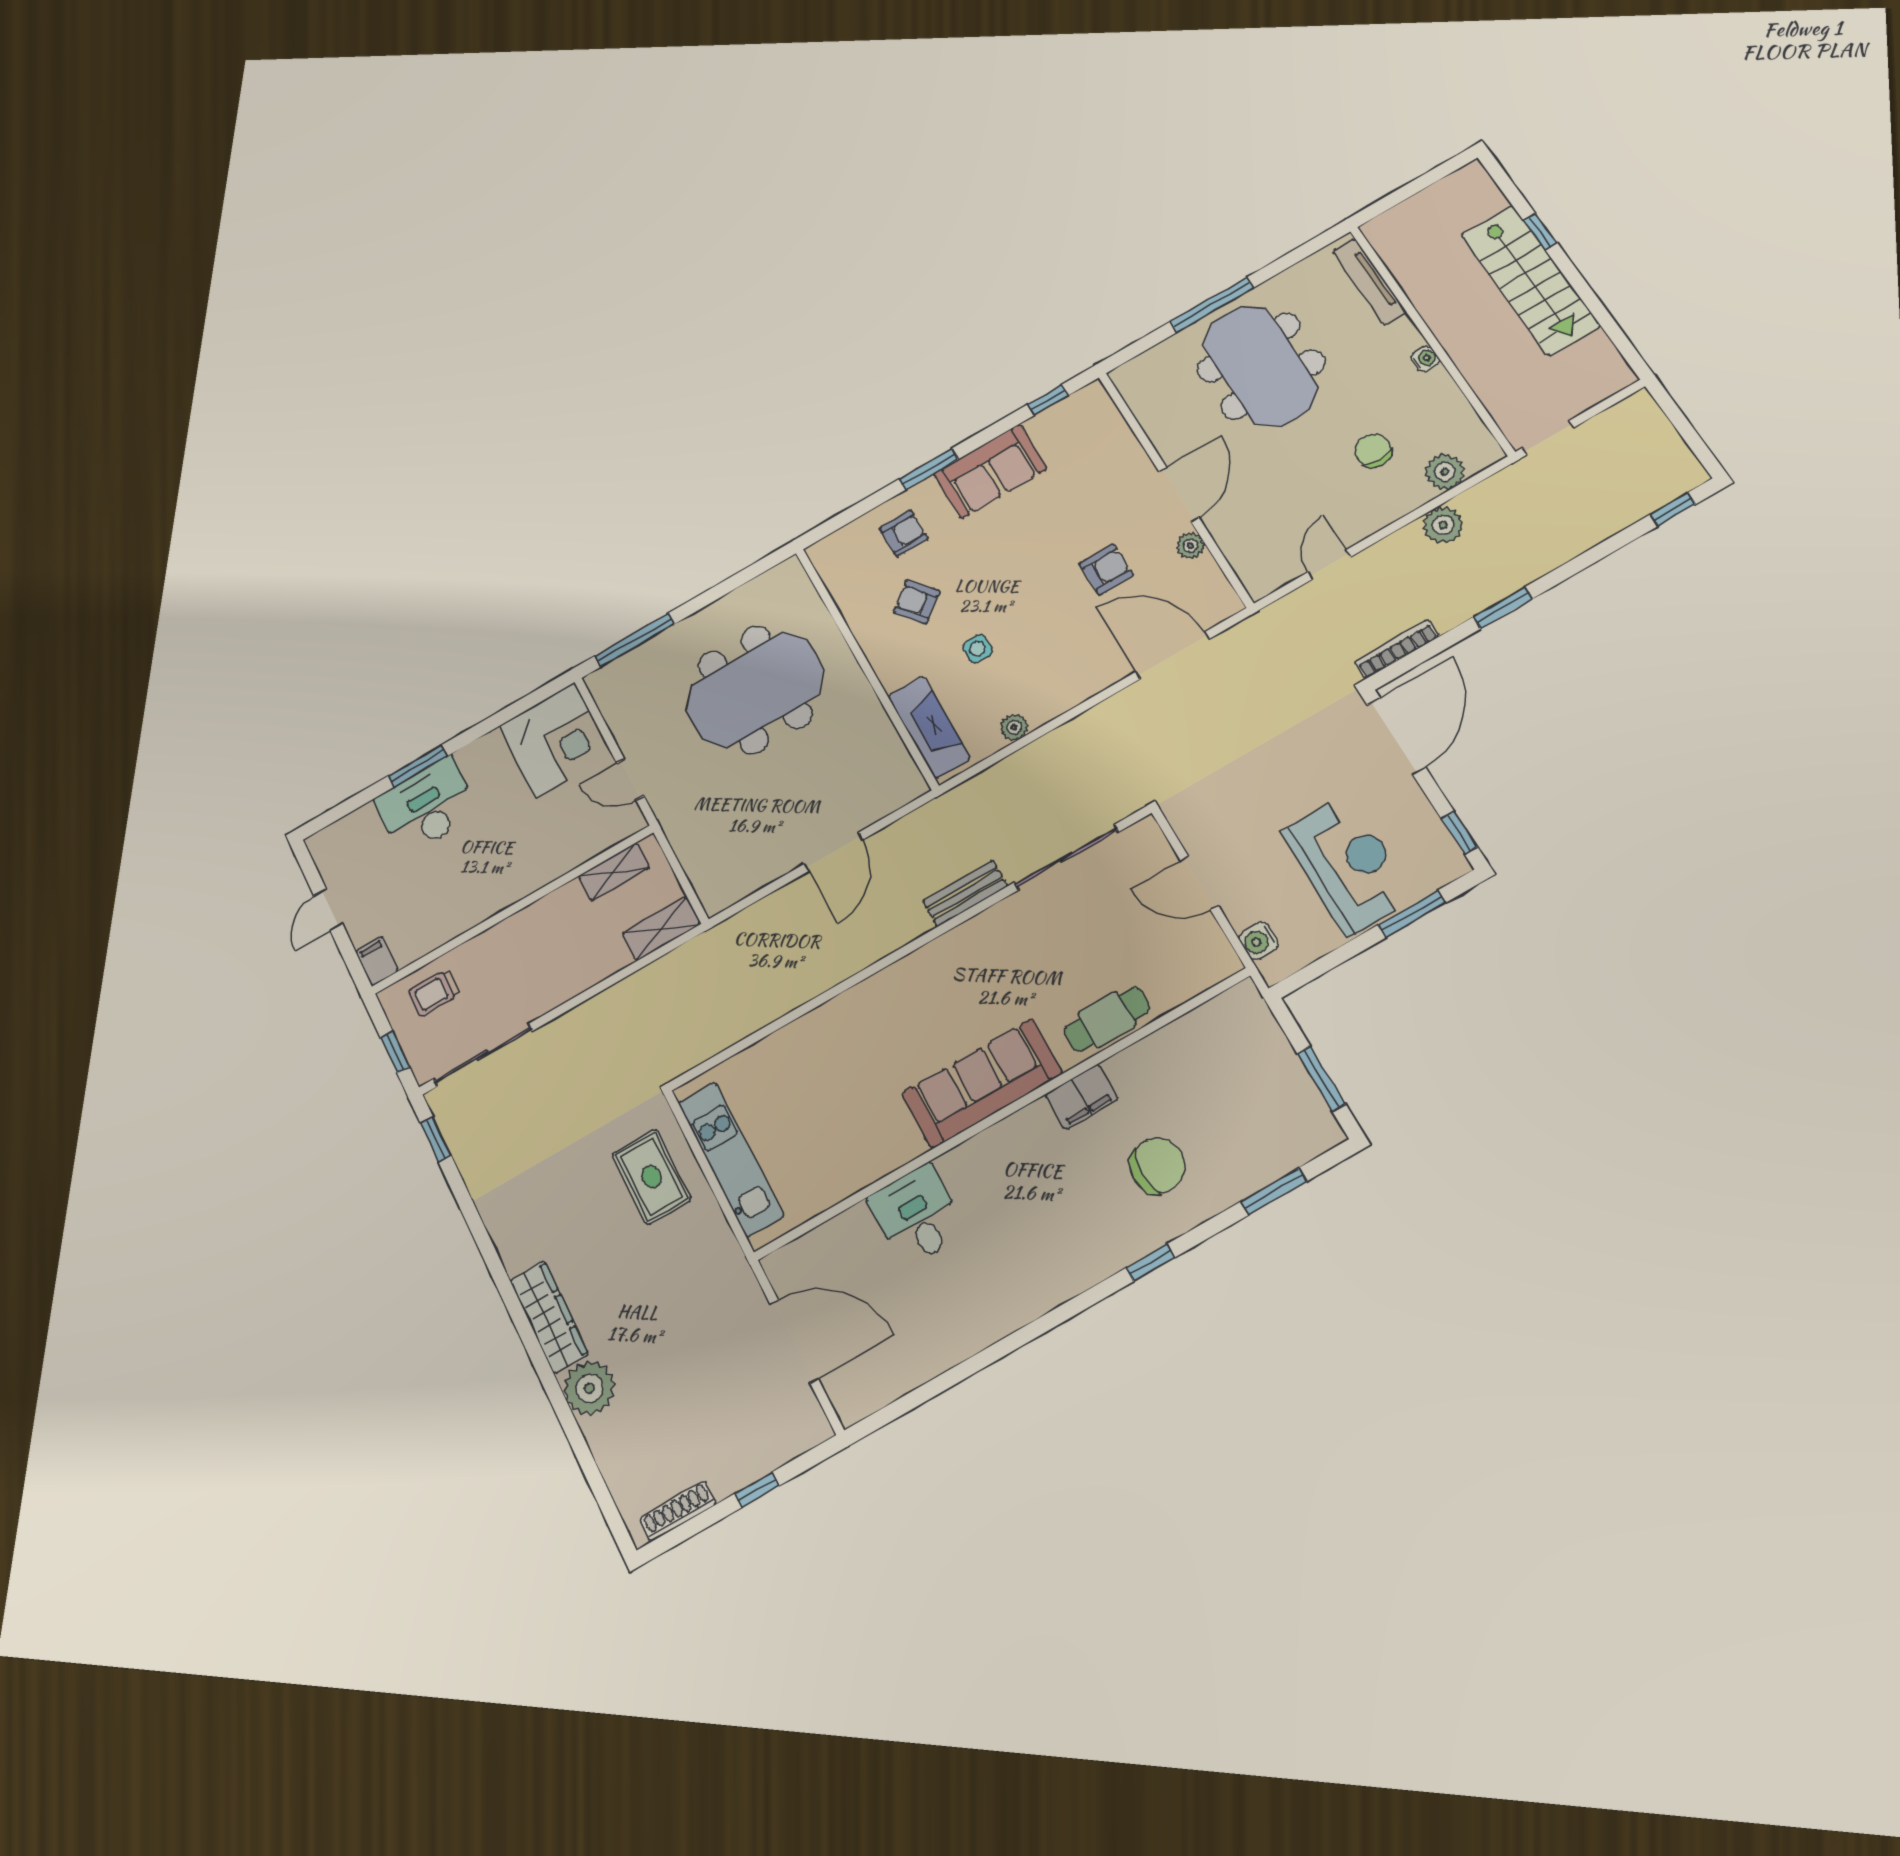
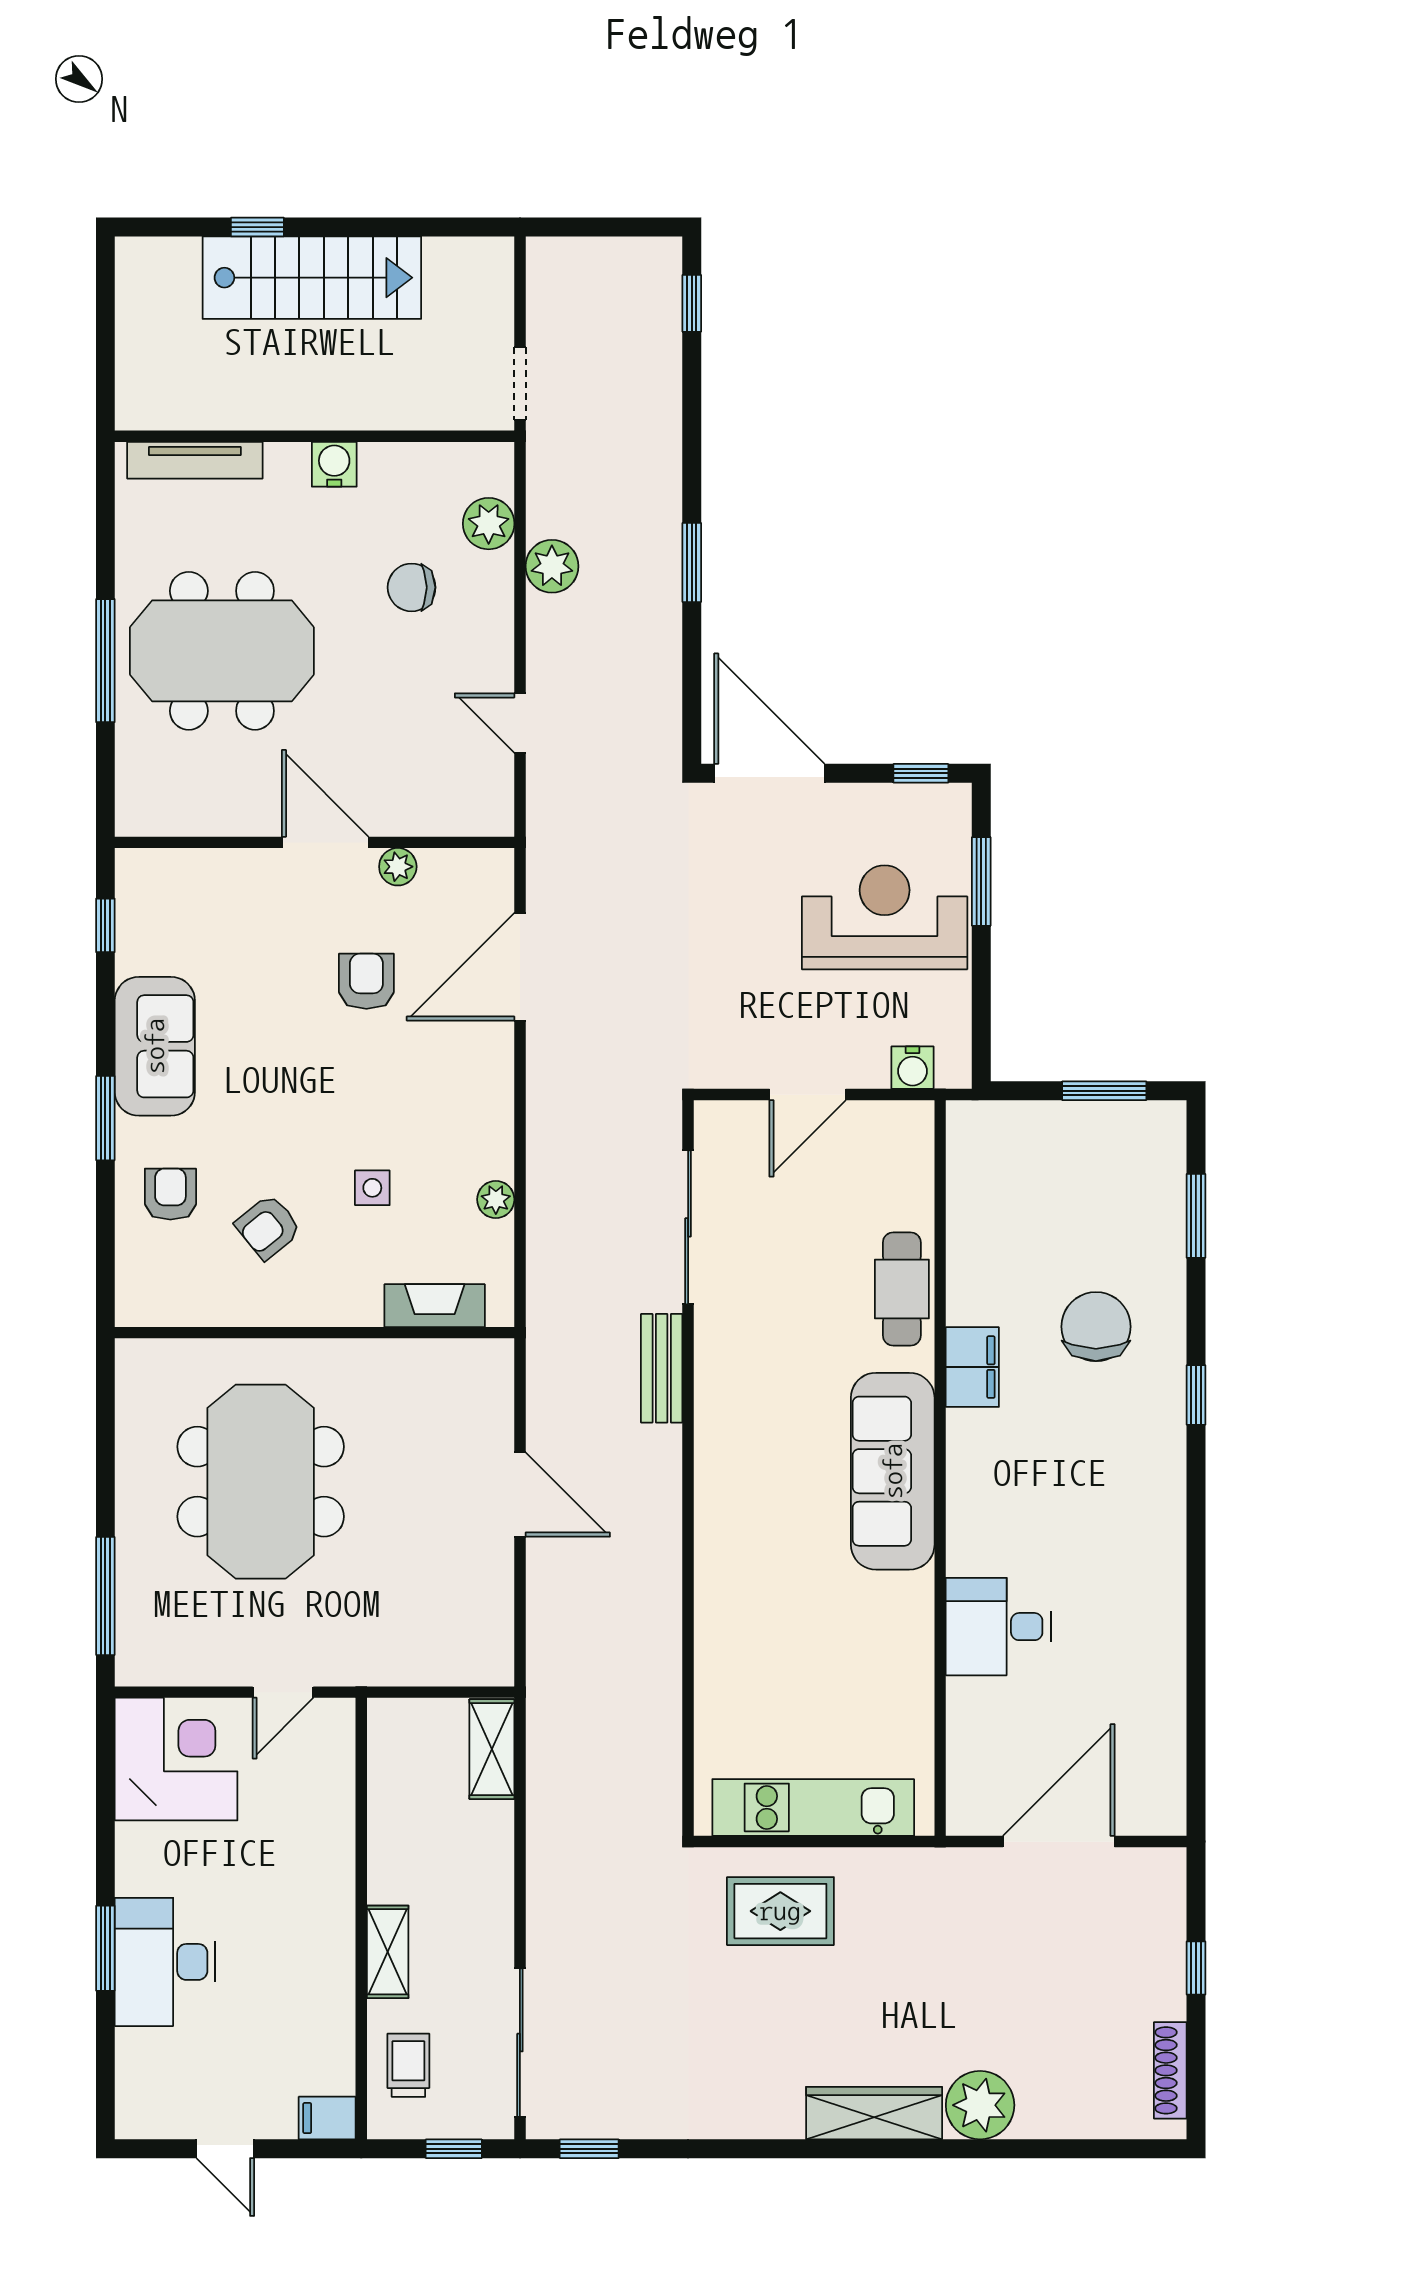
water cooler: (1425, 359) -> (334, 464), width x1.38, depth x1.38
bookcase: (1396, 649) -> (668, 710), removed
fireplace: (929, 727) -> (435, 1306), width x0.73, depth x0.76
shelving: (614, 872) -> (388, 1952), moved
trolley: (434, 993) -> (408, 2065), turned 180

